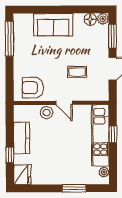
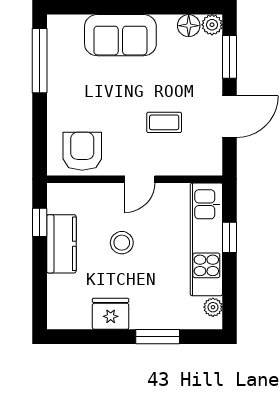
armchair: (33, 88) -> (82, 151), turned 90
door: (64, 103) -> (140, 179), hinge flipped
stool: (47, 113) -> (122, 243), moved
window: (10, 155) -> (40, 222), moved
fridge: (22, 175) -> (111, 314), moved, turned -90

